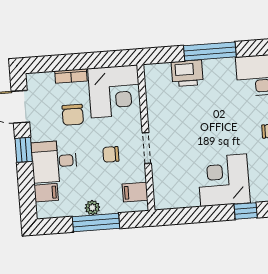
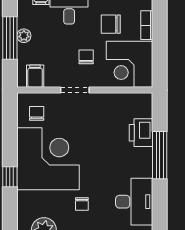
chair: (111, 154) -> (86, 57), moved
corner desk: (224, 180) -> (48, 159), width x1.36, depth x1.36
chair: (175, 187) -> (37, 113), added

